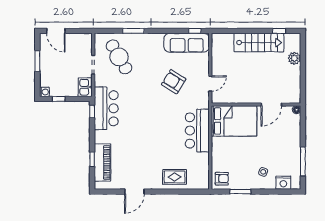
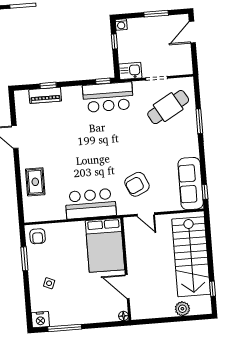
stairs: (259, 43) -> (191, 257), width x1.36, depth x1.51
armchair: (174, 82) -> (137, 184), moved, turned -147
piano: (102, 162) -> (45, 95), width x0.73, depth x0.75
nightstand: (283, 183) -> (40, 320), moved, turned -90

